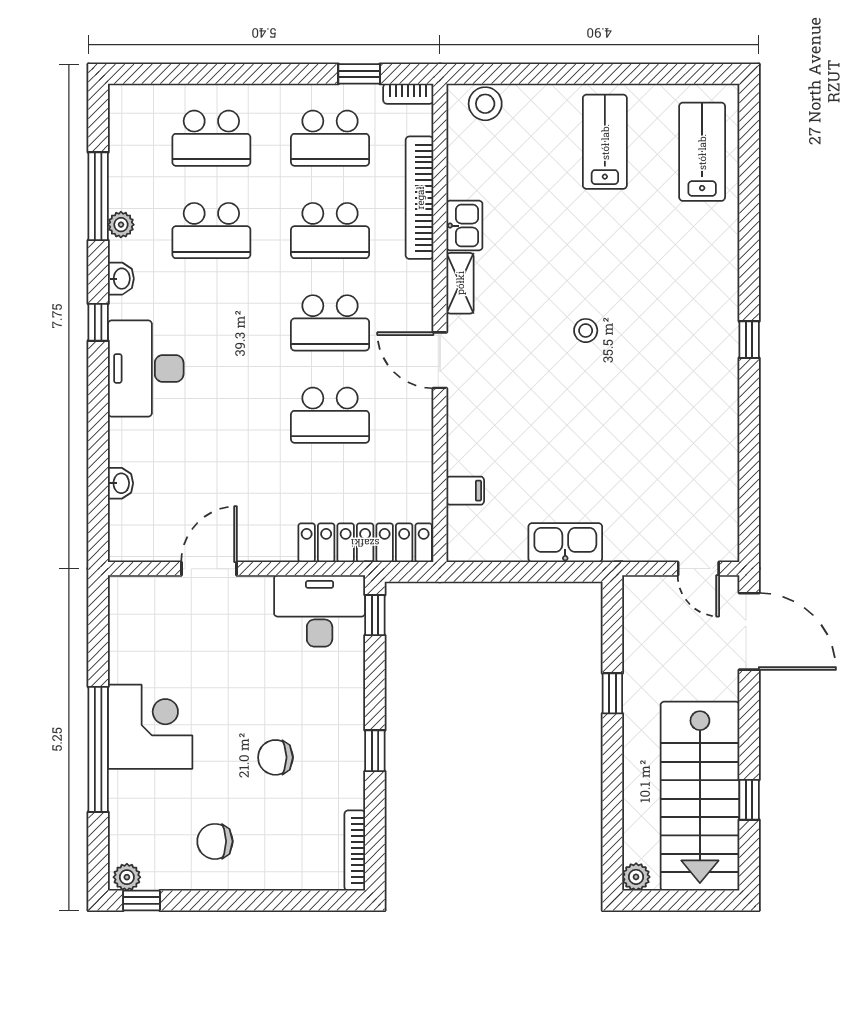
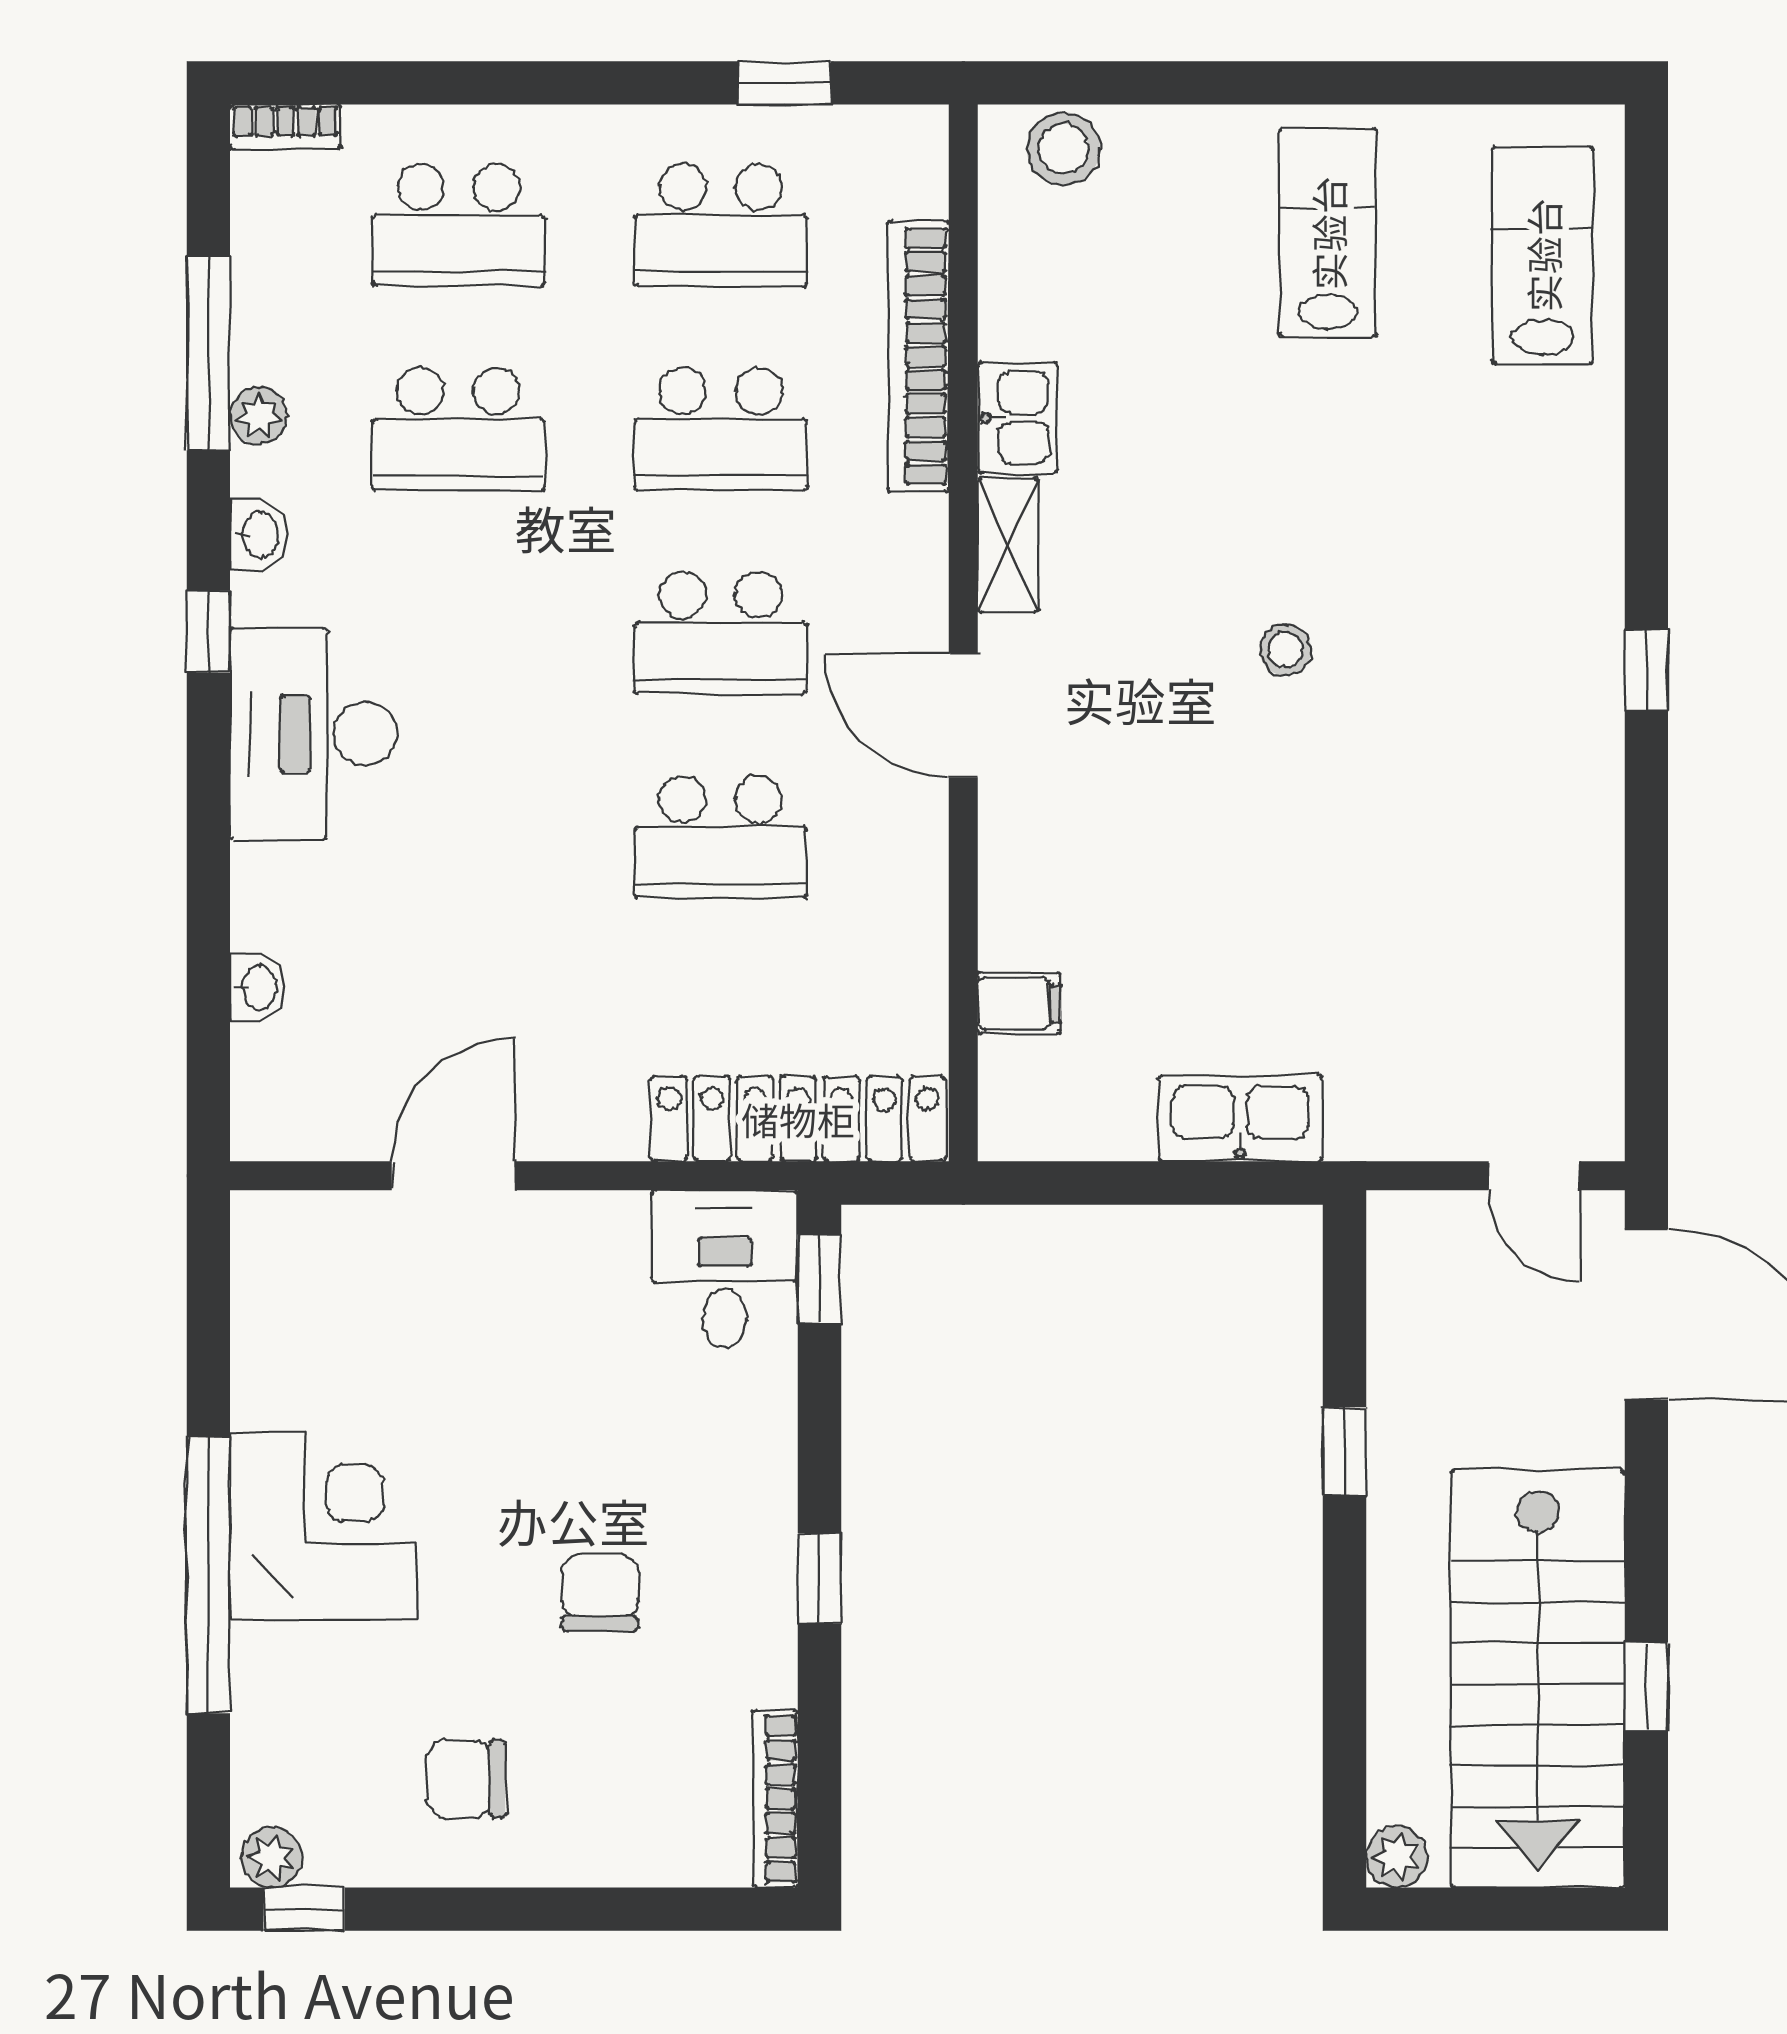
bookcase: (408, 94) -> (285, 127), moved
desk: (320, 611) -> (725, 1269), width x0.73
chair: (275, 757) -> (600, 1593), turned 90

